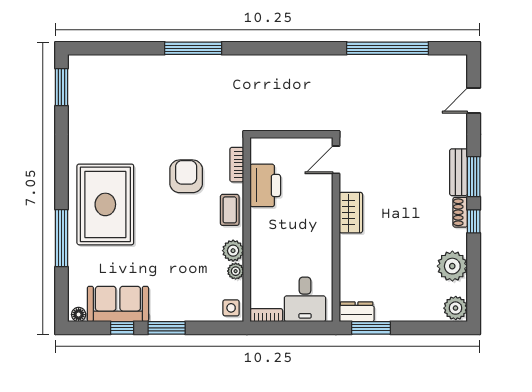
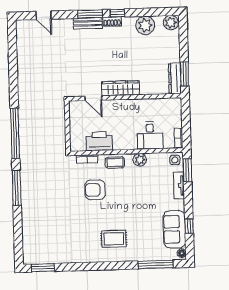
window: (388, 48) -> (15, 133), moved
door: (336, 160) -> (93, 98), moved
rug: (105, 204) -> (114, 239), width x0.54, depth x0.49
wardrobe: (351, 213) -> (121, 88), width x1.50
window: (61, 238) -> (156, 264), moved
plant: (236, 271) -> (152, 158), removed
desk: (305, 299) -> (150, 136), moved, turned 90
dresser: (357, 312) -> (175, 78), width x1.44
tv unit: (189, 313) -> (179, 186), added
window: (167, 328) -> (187, 170), moved

